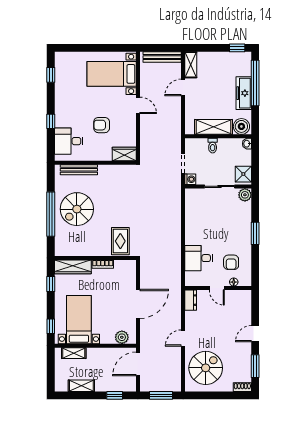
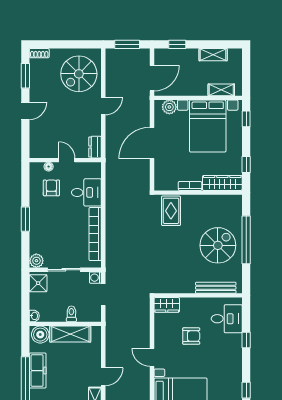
bookcase: (191, 220) -> (95, 234), added
bed with nightstands: (79, 320) -> (208, 126), width x1.36

